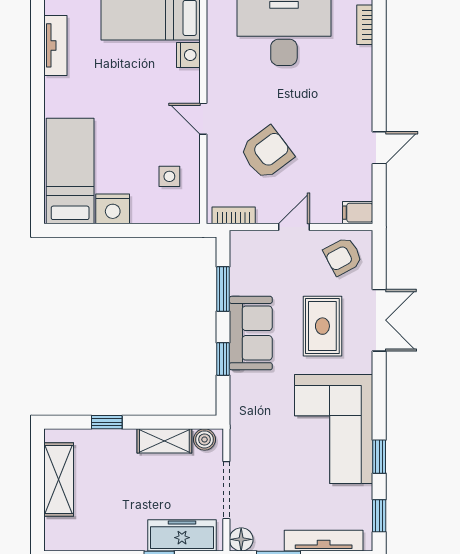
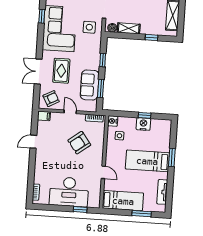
nightstand: (188, 55) -> (113, 121), moved
door: (203, 119) -> (103, 172), moved
window: (37, 132) -> (172, 157), added
bed: (70, 171) -> (147, 161), moved, turned 90
door: (294, 227) -> (70, 112), swing flipped
window: (111, 230) -> (145, 115), added
sofa: (251, 333) -> (90, 85), moved
side table: (261, 437) -> (89, 27), added

